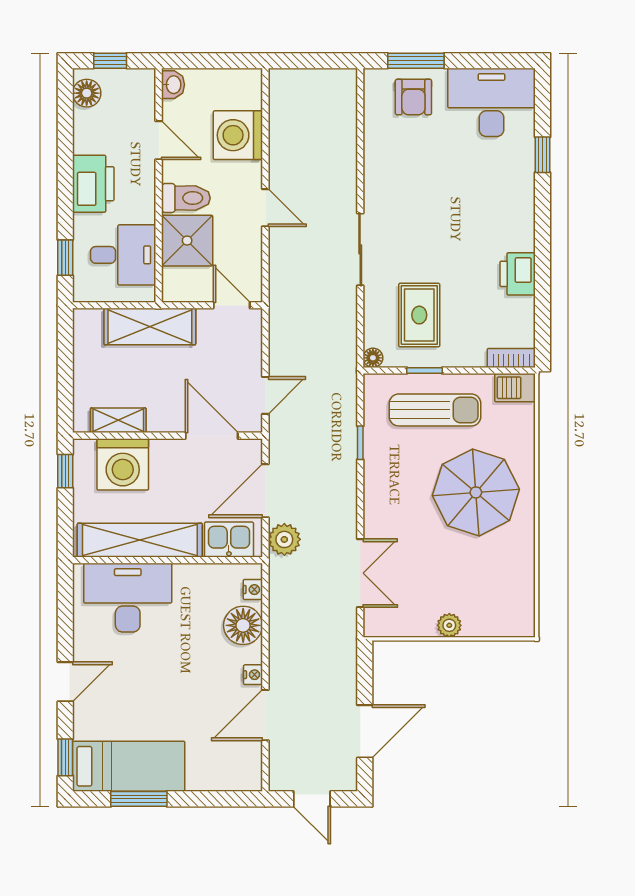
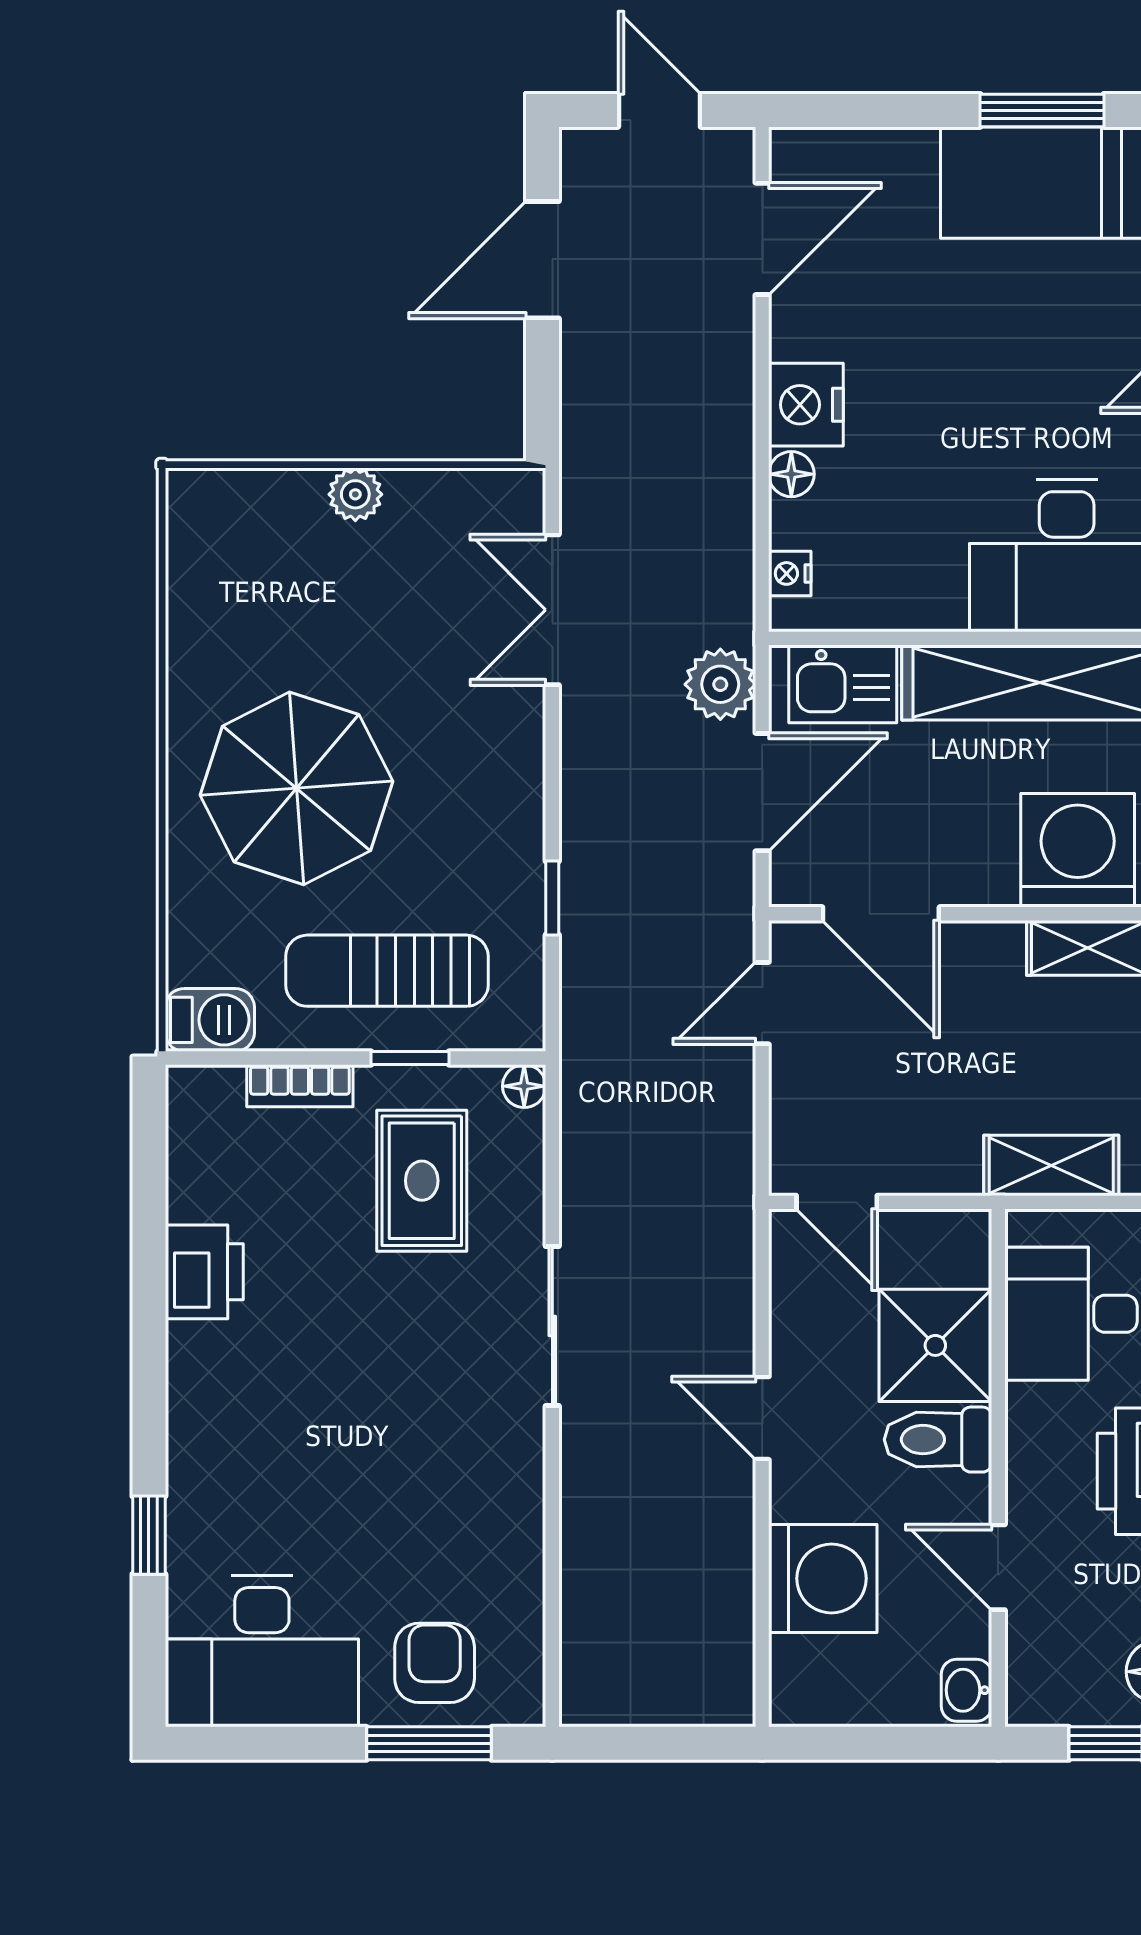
shelving: (150, 327) -> (1051, 1165), width x0.67, depth x0.75
bookcase: (511, 358) -> (300, 1086), moved
floor lamp: (243, 625) -> (791, 474), width x0.53, depth x0.53
nightstand: (253, 675) -> (806, 405), width x1.89, depth x1.79
door: (265, 715) -> (762, 239), moved

